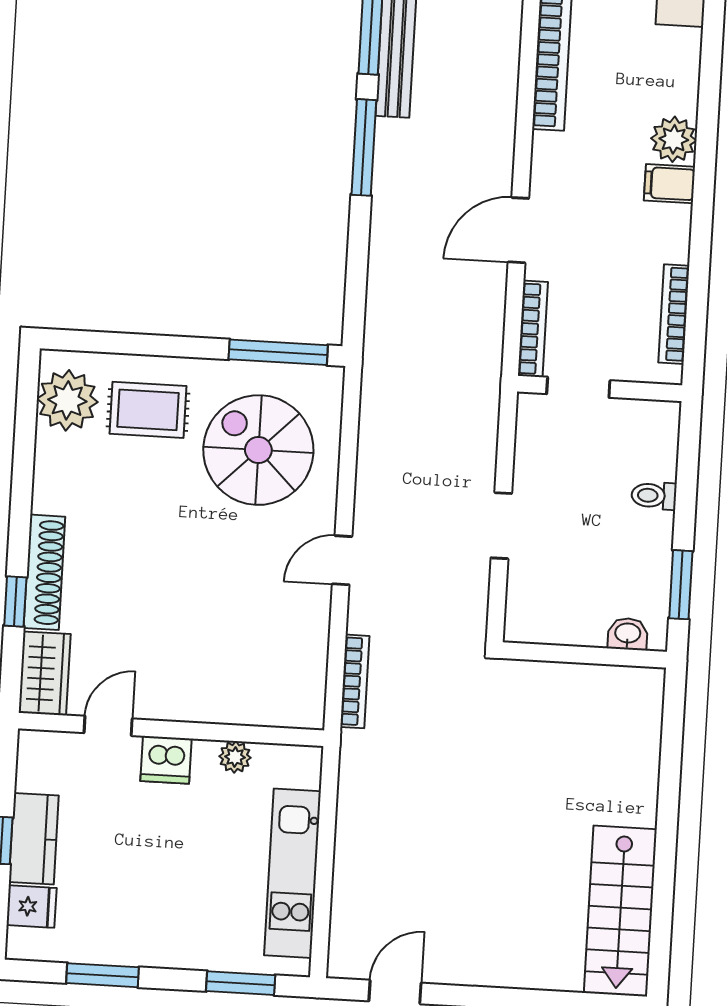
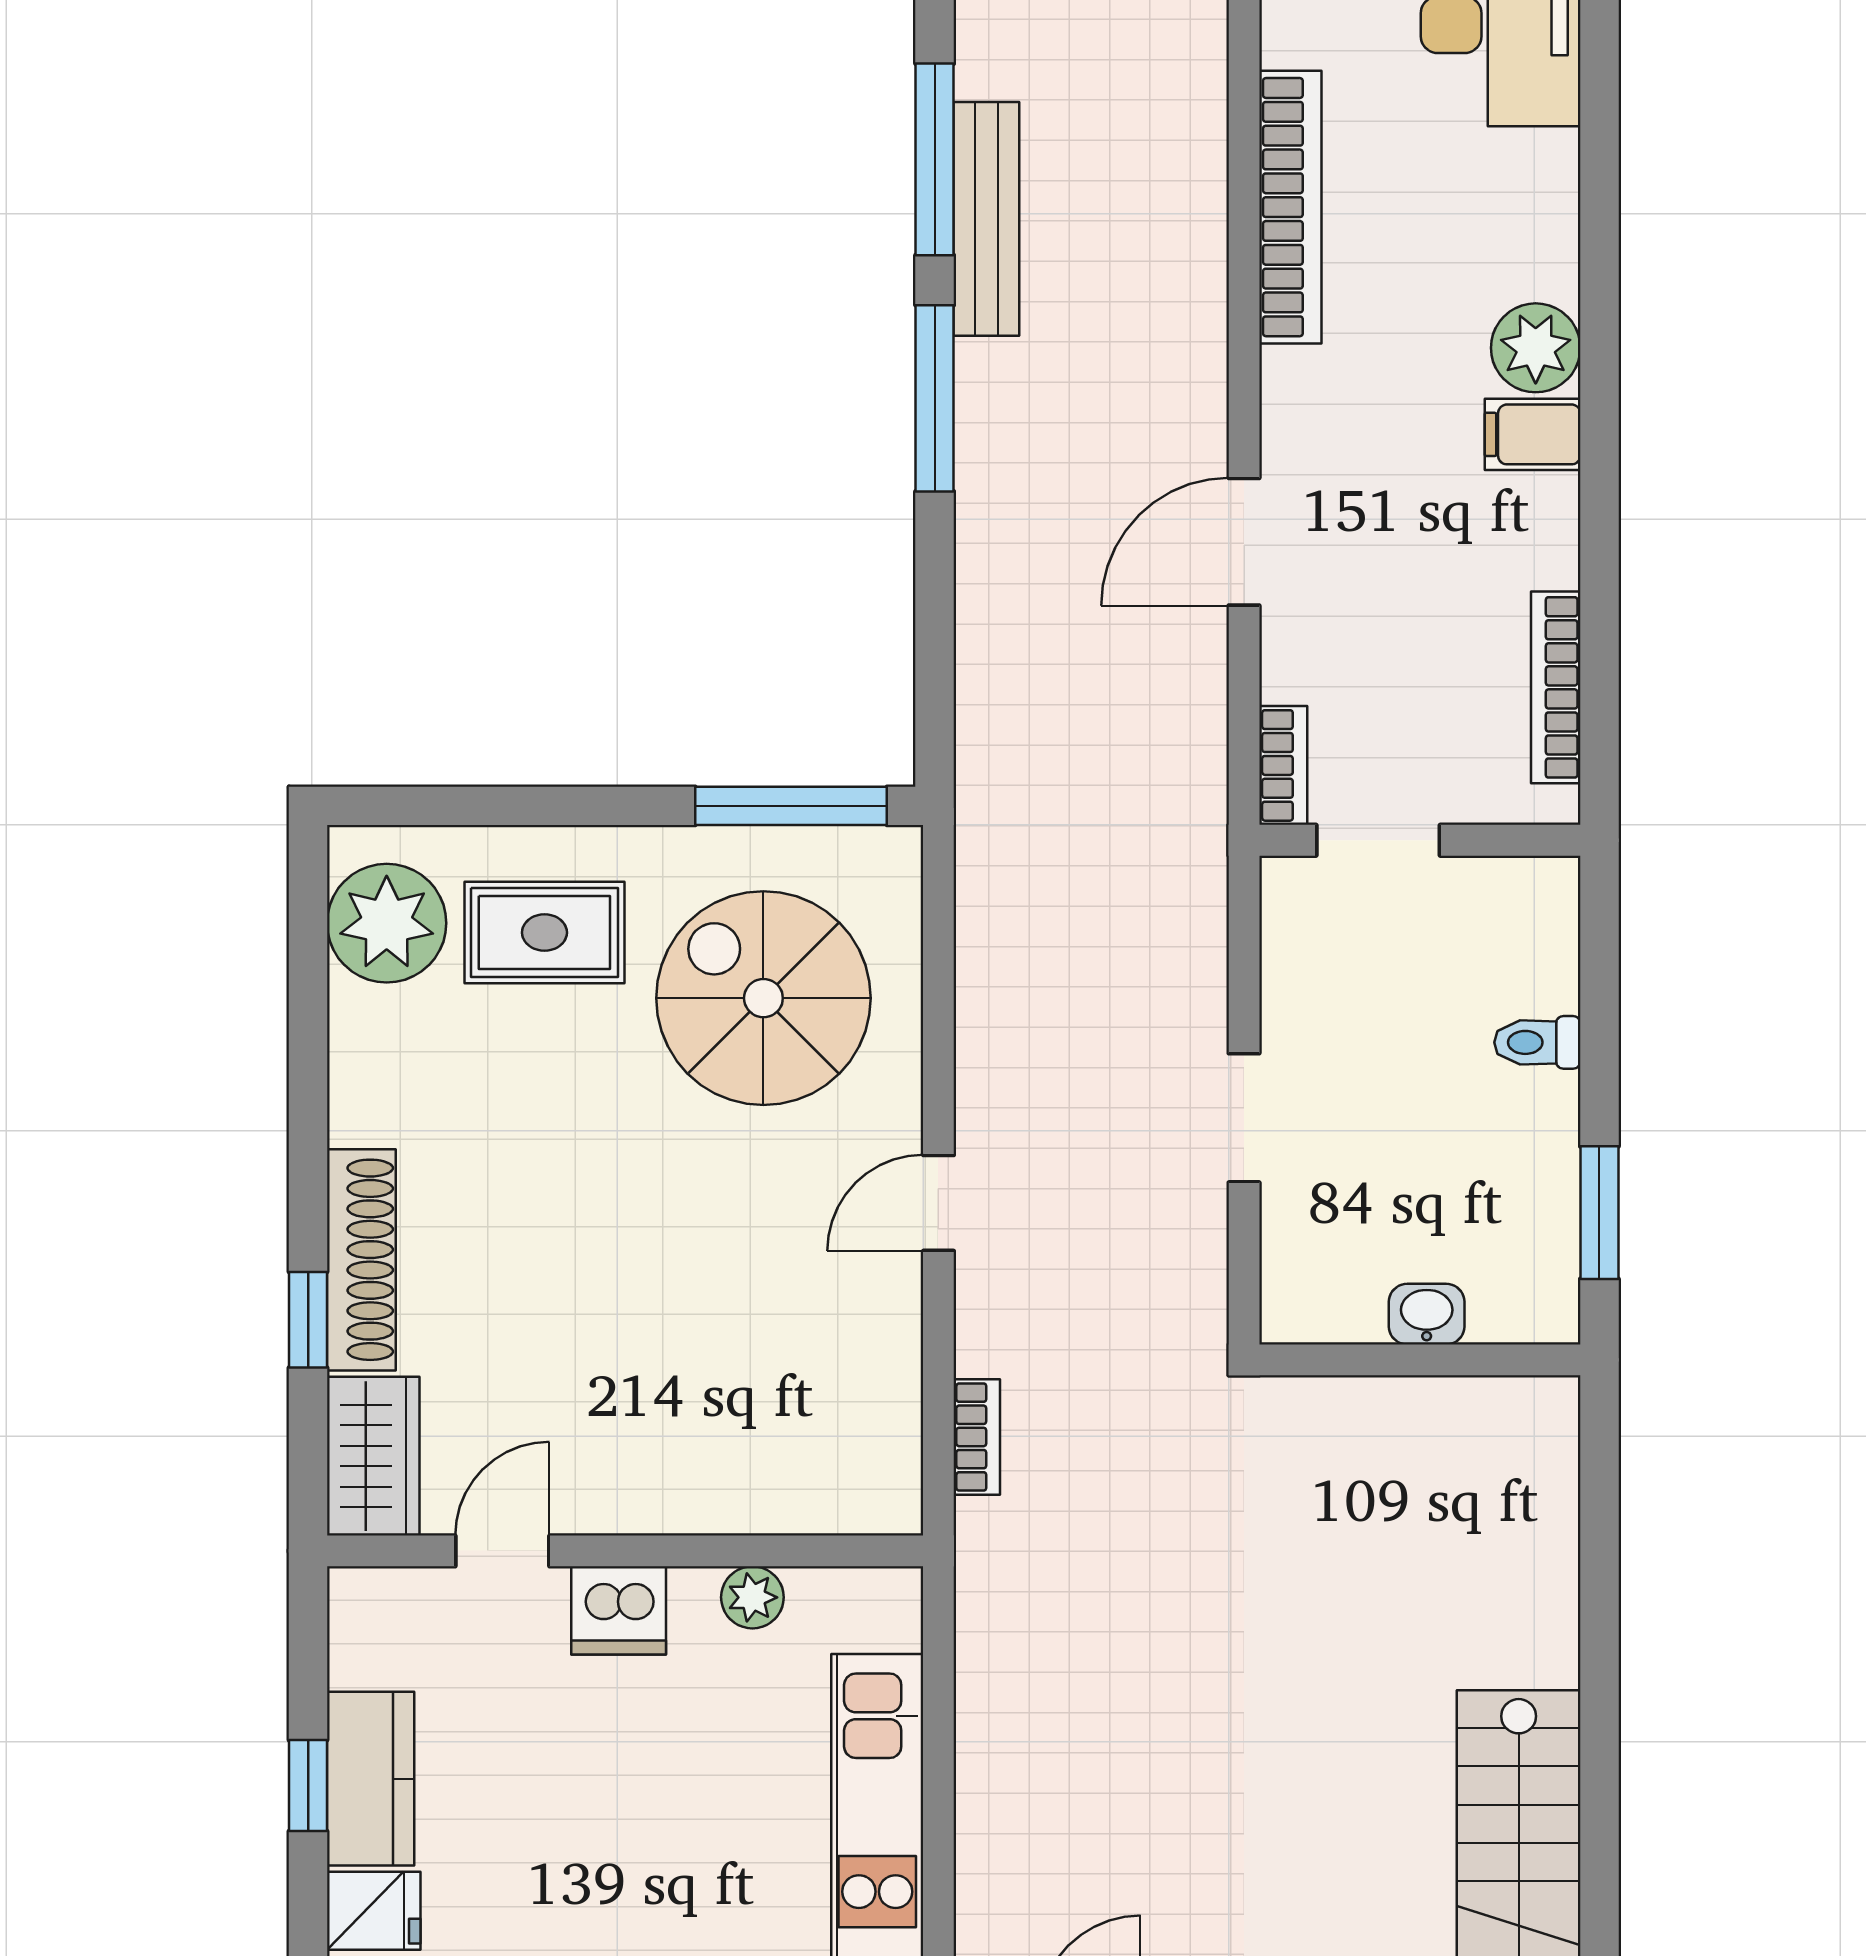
bookcase: (533, 329) -> (1283, 765), width x0.64
washbasin: (628, 634) -> (1427, 1314), moved
bookcase: (355, 681) -> (977, 1437), width x0.64

